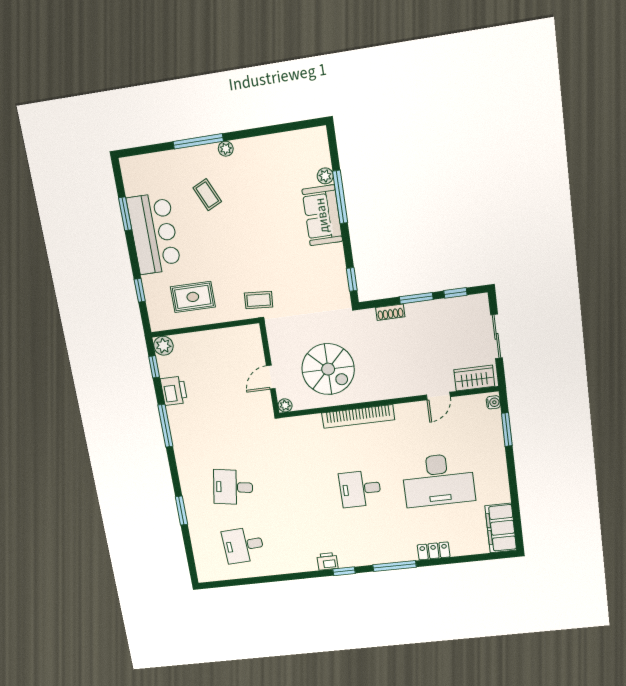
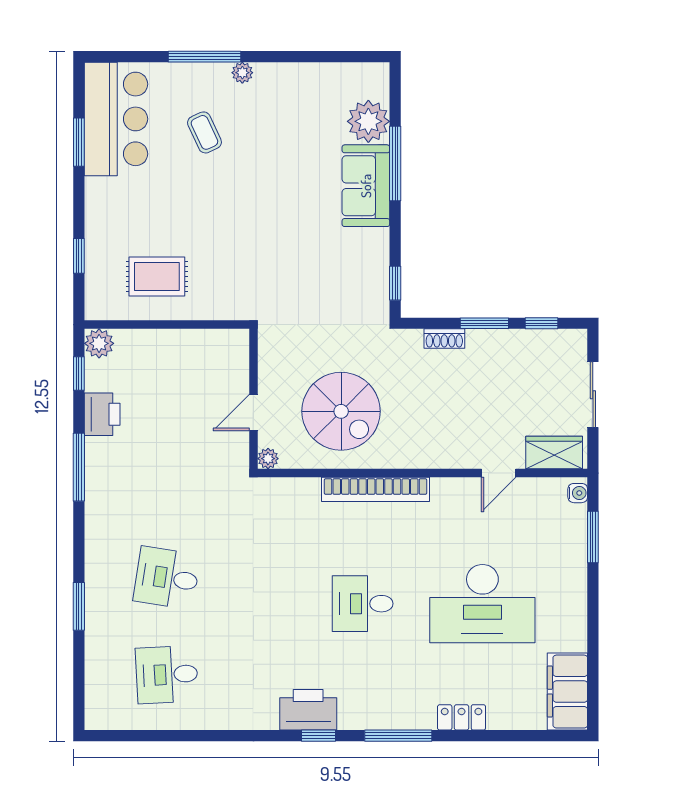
plant: (325, 176) -> (368, 121), width x1.88, depth x1.88
bar counter: (154, 234) -> (116, 119), moved
coffee table: (259, 300) -> (254, 295), removed
printer: (327, 561) -> (308, 710), width x1.87, depth x1.48

